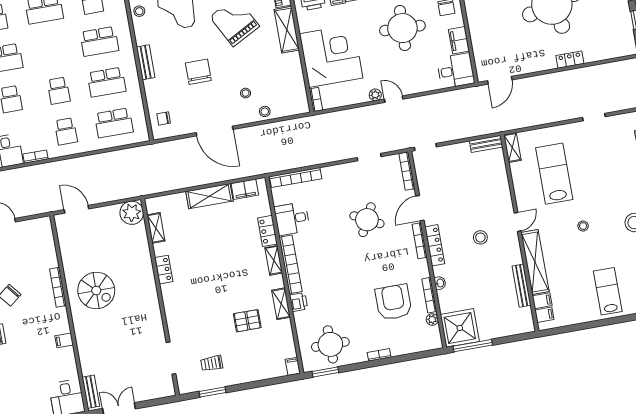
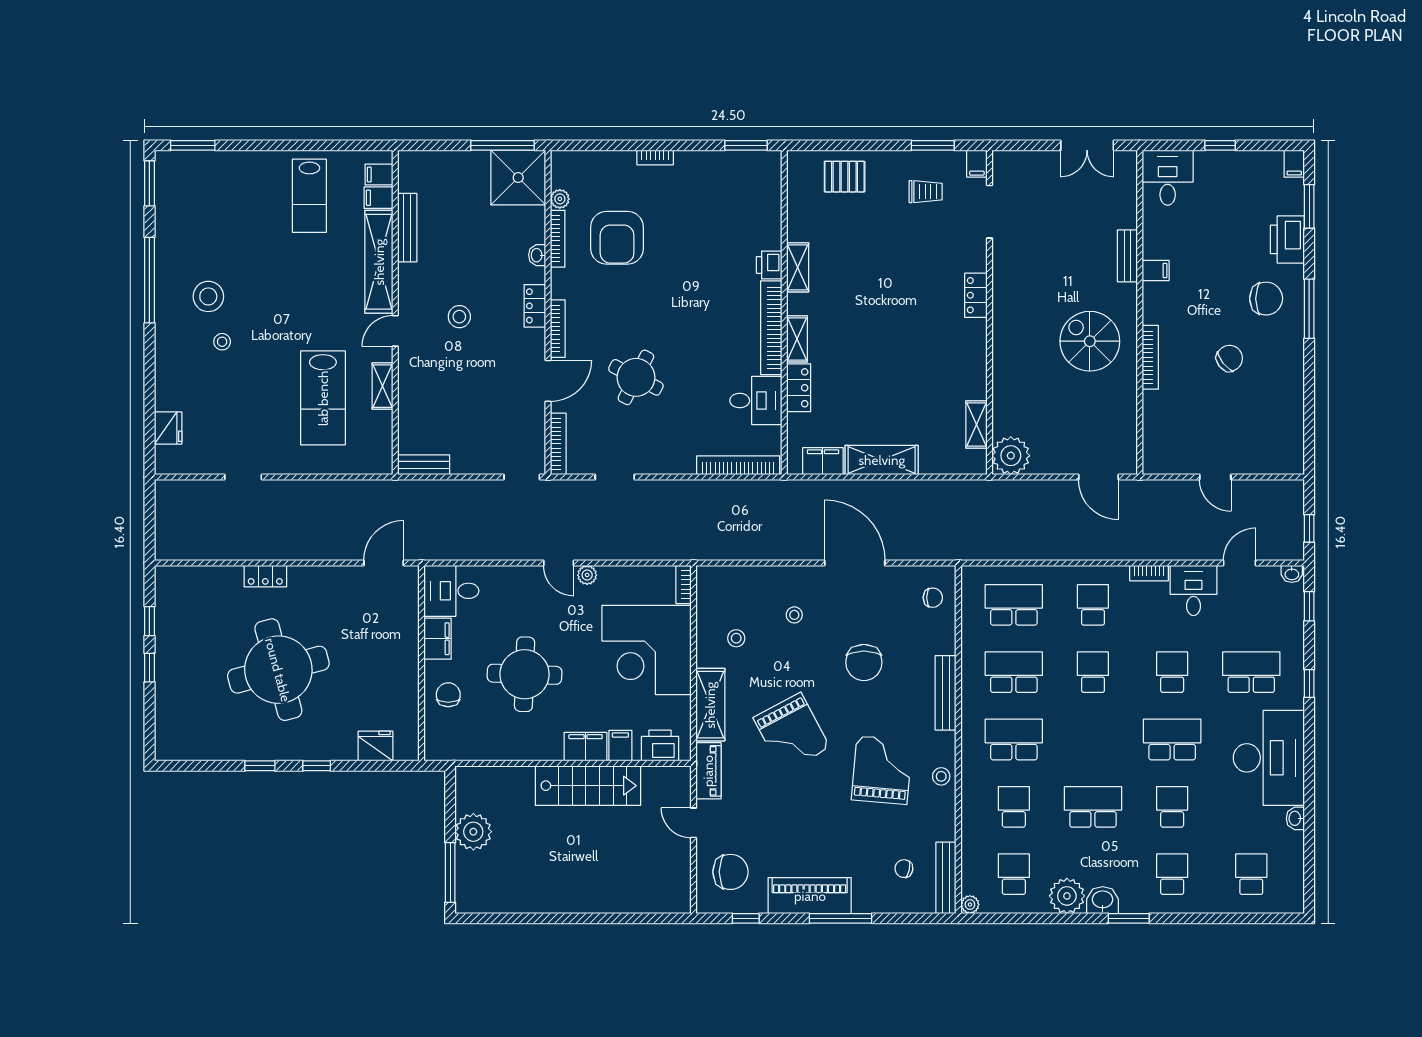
bench: (146, 62) -> (946, 693), width x1.36
stool: (265, 111) -> (736, 638), moved
shelving: (512, 147) -> (382, 386), moved
stool: (583, 226) -> (222, 342), moved
locker: (435, 245) -> (535, 306), width x0.66
locker: (164, 270) -> (976, 295), moved
lab bench: (608, 291) -> (309, 196), moved
pallet: (247, 321) -> (845, 177), moved
round table: (330, 344) -> (730, 188), removed
filing cabinet: (293, 366) -> (977, 164), moved
bench: (91, 392) -> (1127, 256), moved

